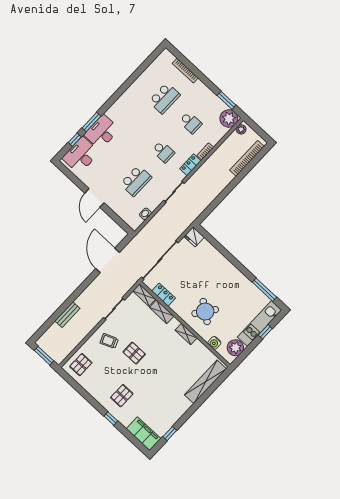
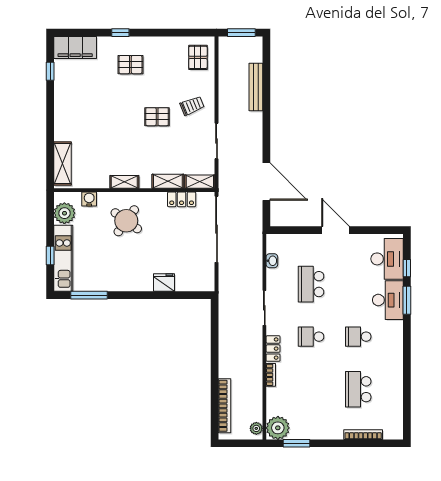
school desk: (190, 123) -> (358, 337), moved
fridge: (194, 237) -> (164, 283), moved
bench: (67, 315) -> (256, 87), width x1.36
shelving: (205, 382) -> (62, 164), width x0.68
pallet: (122, 396) -> (130, 65), turned 90

